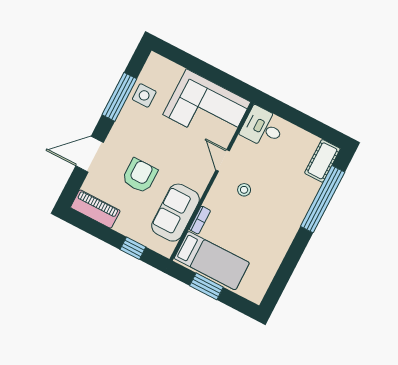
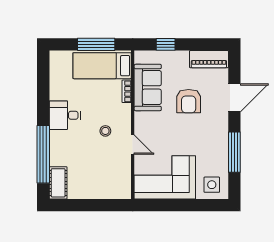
side table: (144, 95) -> (212, 185), moved
desk: (263, 127) -> (65, 115), moved, turned 180
window: (206, 286) -> (96, 44), width x1.44

